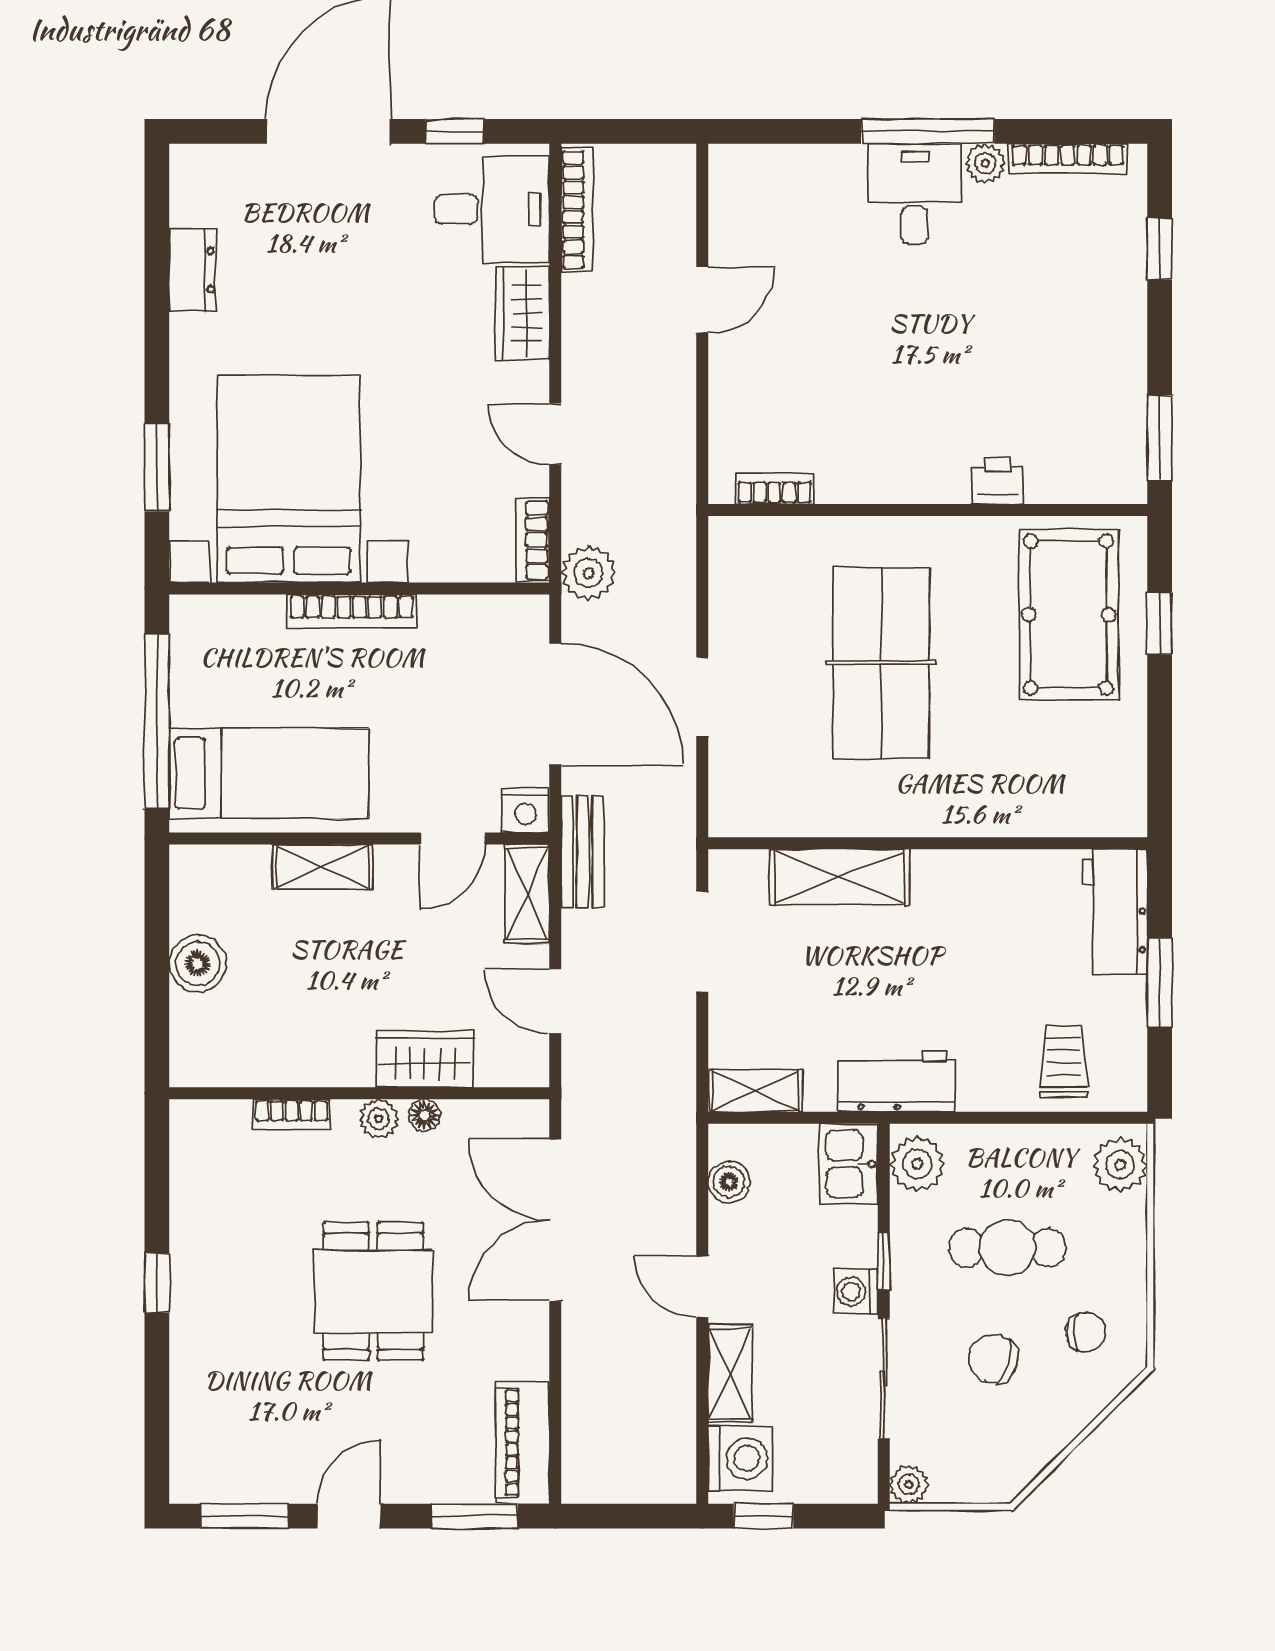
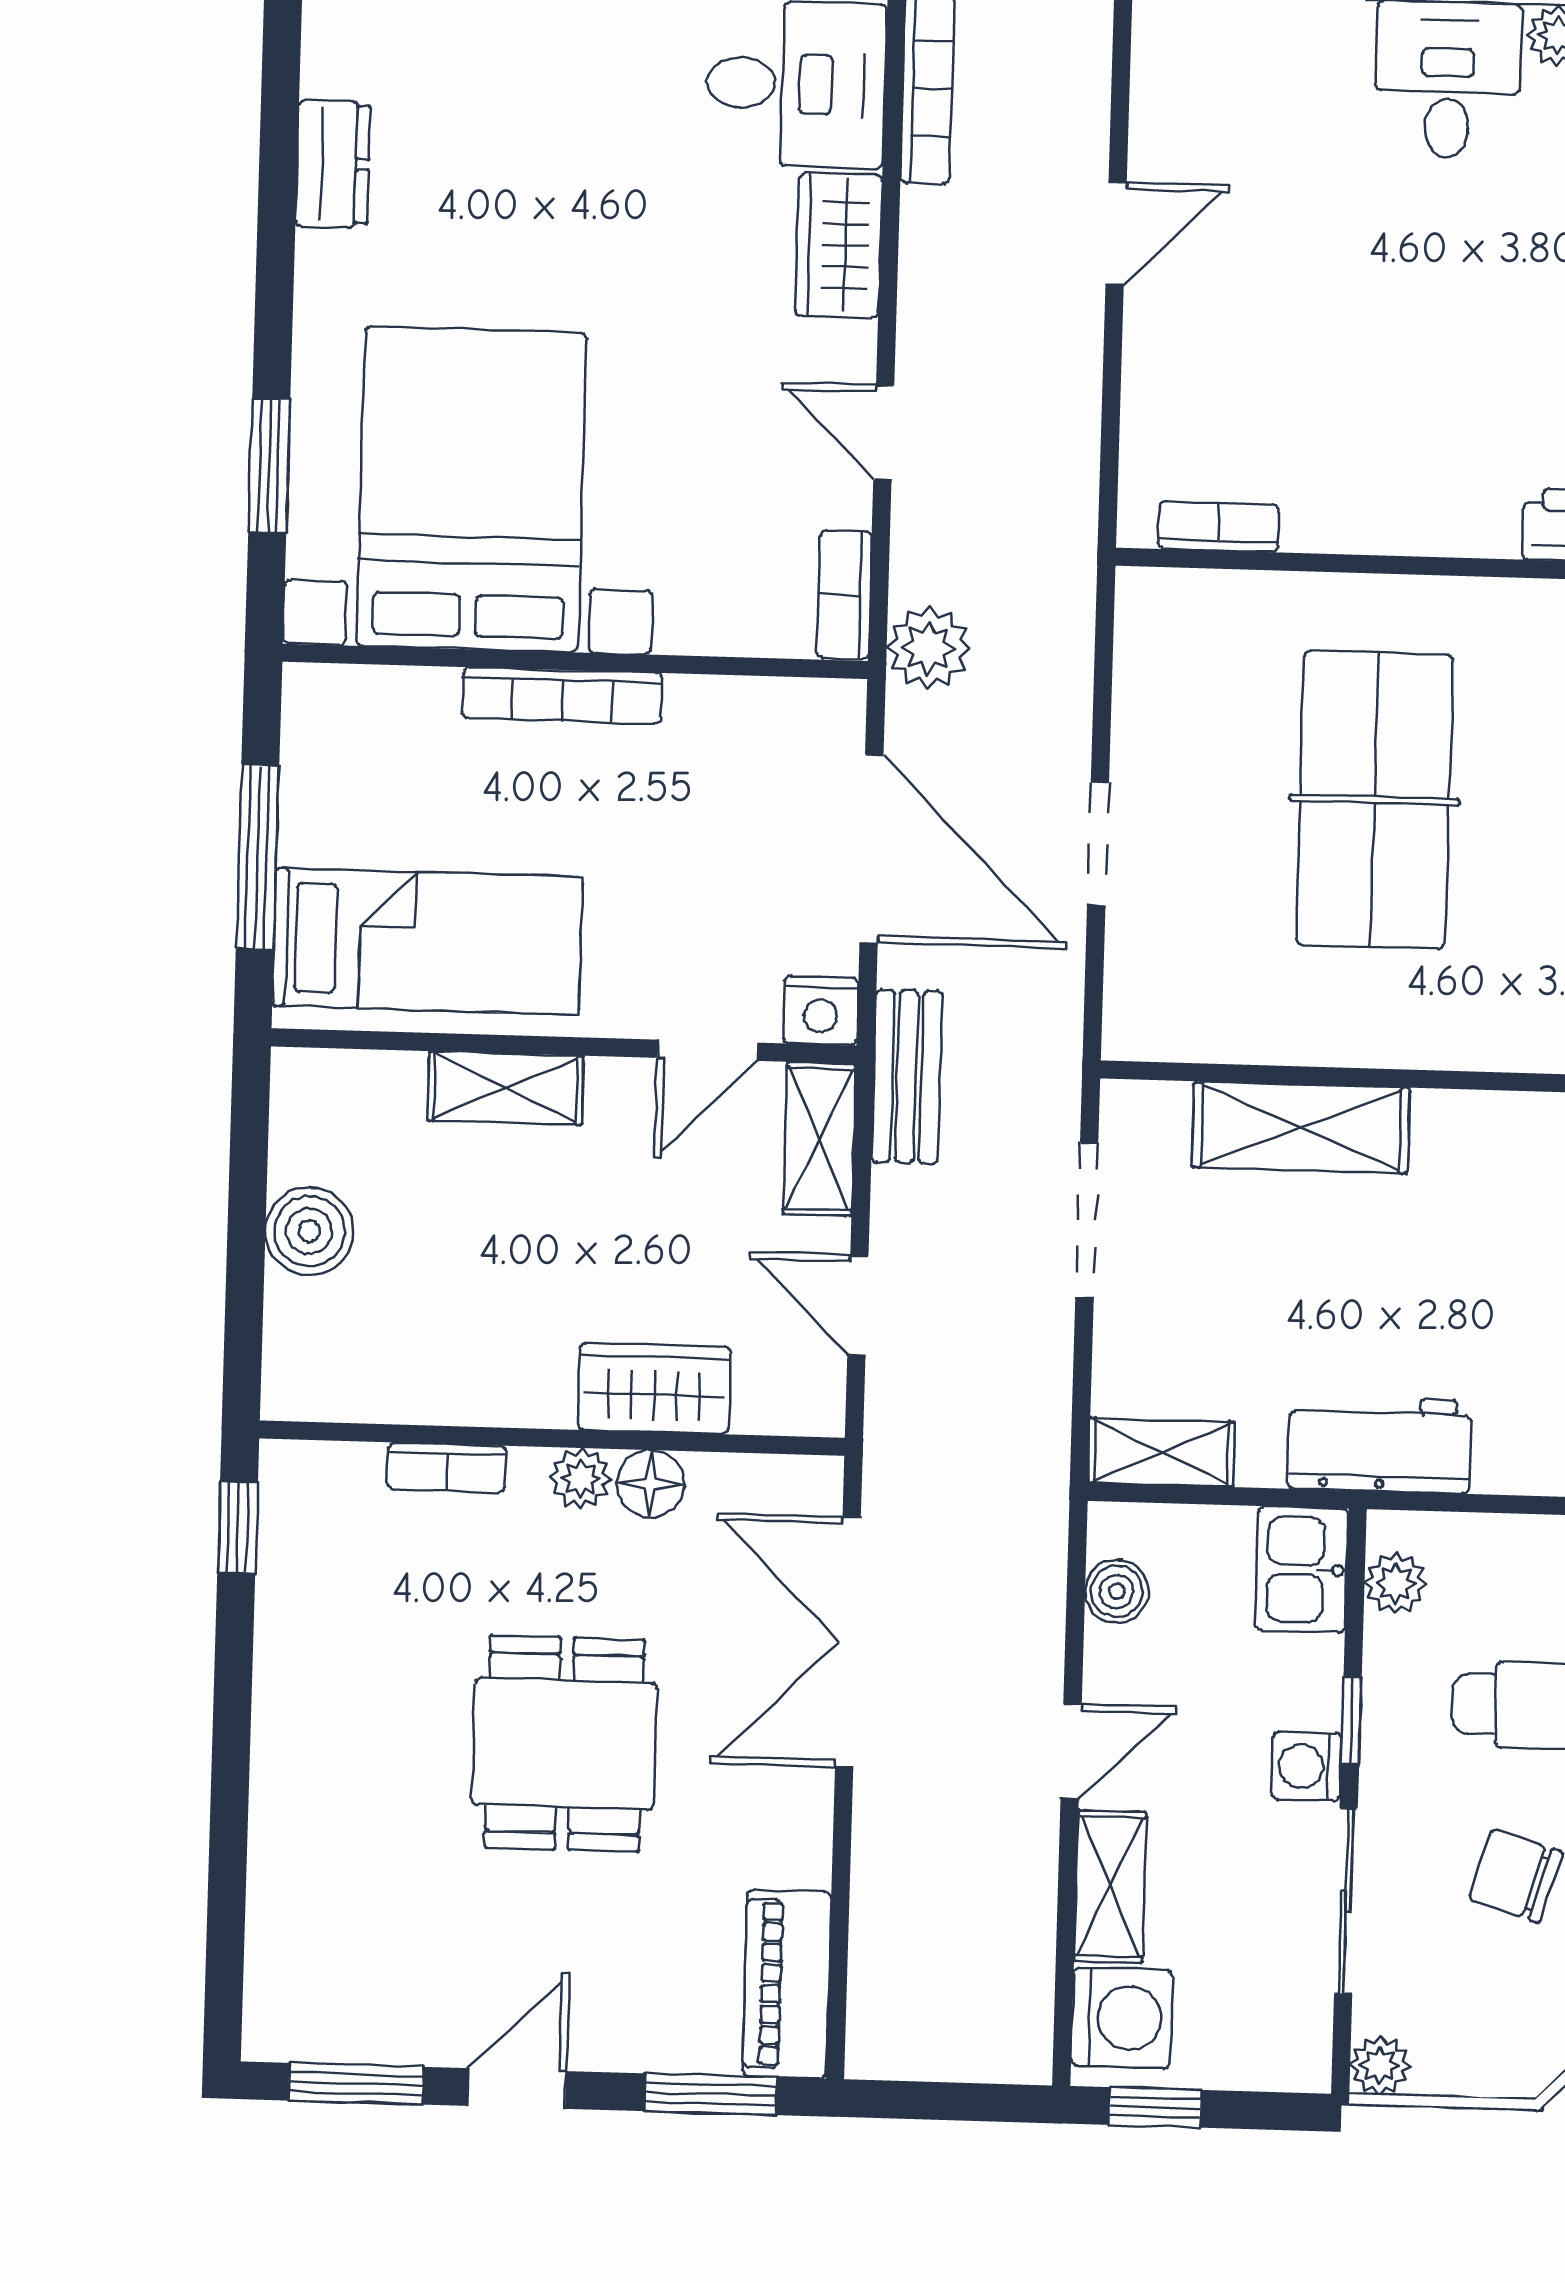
window: (157, 721) -> (258, 857), width x0.68
floor lamp: (424, 1115) -> (651, 1484), width x1.37, depth x1.37
plant: (917, 1164) -> (1395, 1584), width x0.73, depth x0.73
window: (157, 1283) -> (238, 1527), moved
door: (702, 1287) -> (1071, 1751), swing flipped

